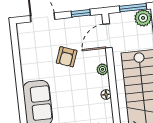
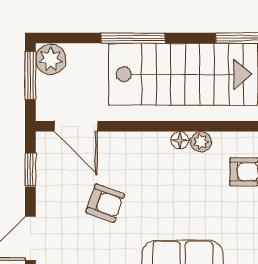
plant: (102, 69) -> (201, 142), moved

